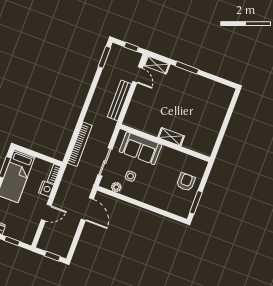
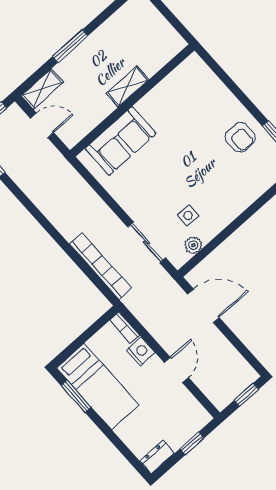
bench: (119, 100) -> (66, 173), removed
shelving: (171, 137) -> (128, 86), moved
wall: (165, 143) -> (132, 100), moved
sofa: (141, 148) -> (121, 141), moved
armchair: (186, 182) -> (240, 137), turned 180

